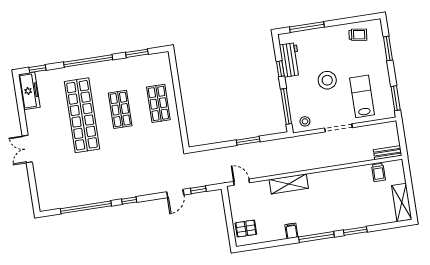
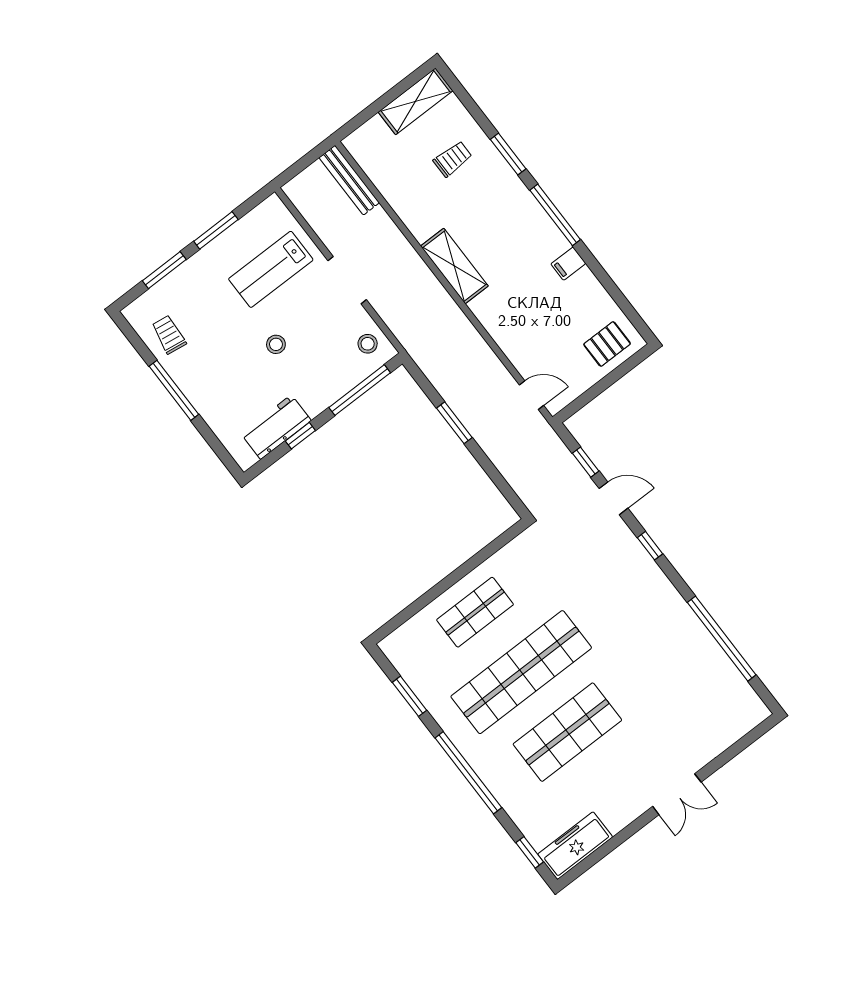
window: (307, 27) -> (174, 390), moved
stool: (327, 80) -> (276, 344), width x0.53, depth x0.53
window: (396, 98) -> (216, 230), moved
shop shelf: (120, 109) -> (521, 672), width x2.00, depth x1.36
shop shelf: (82, 115) -> (567, 732), width x0.71
bench: (388, 153) -> (349, 180), width x1.36
trolley: (378, 172) -> (453, 159), moved
door: (242, 182) -> (532, 395), swing flipped
shelving: (289, 184) -> (454, 266), moved
window: (129, 201) -> (650, 546), moved
pallet: (246, 229) -> (607, 344), turned 90

